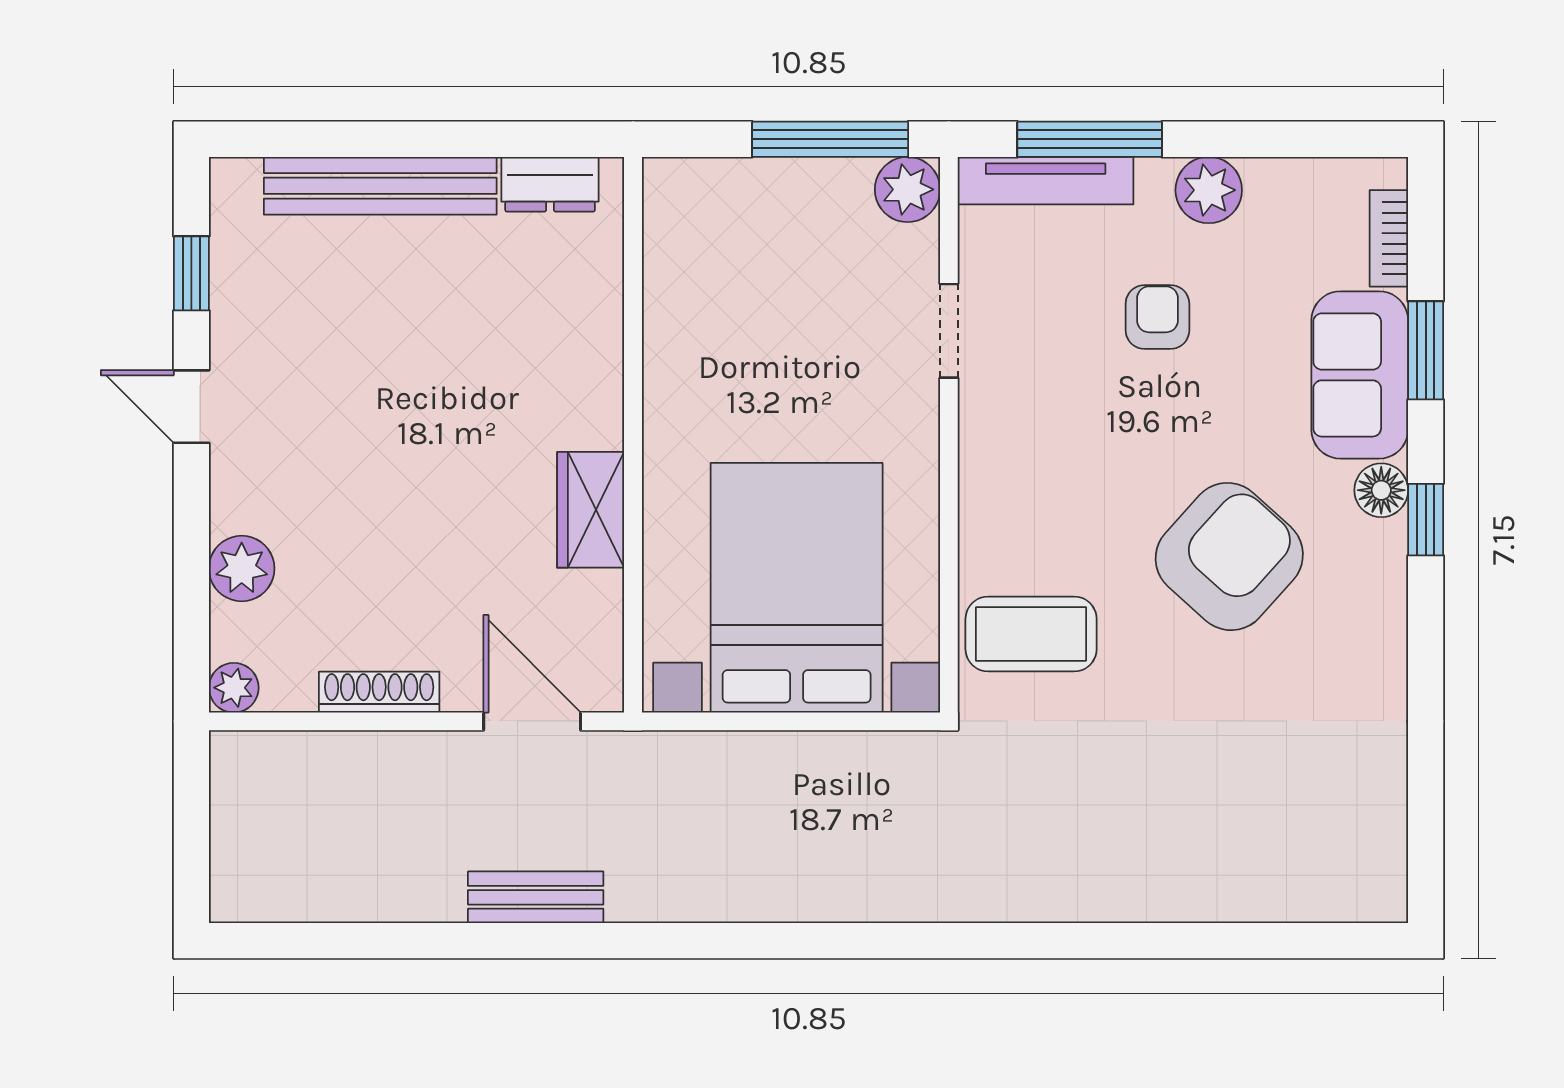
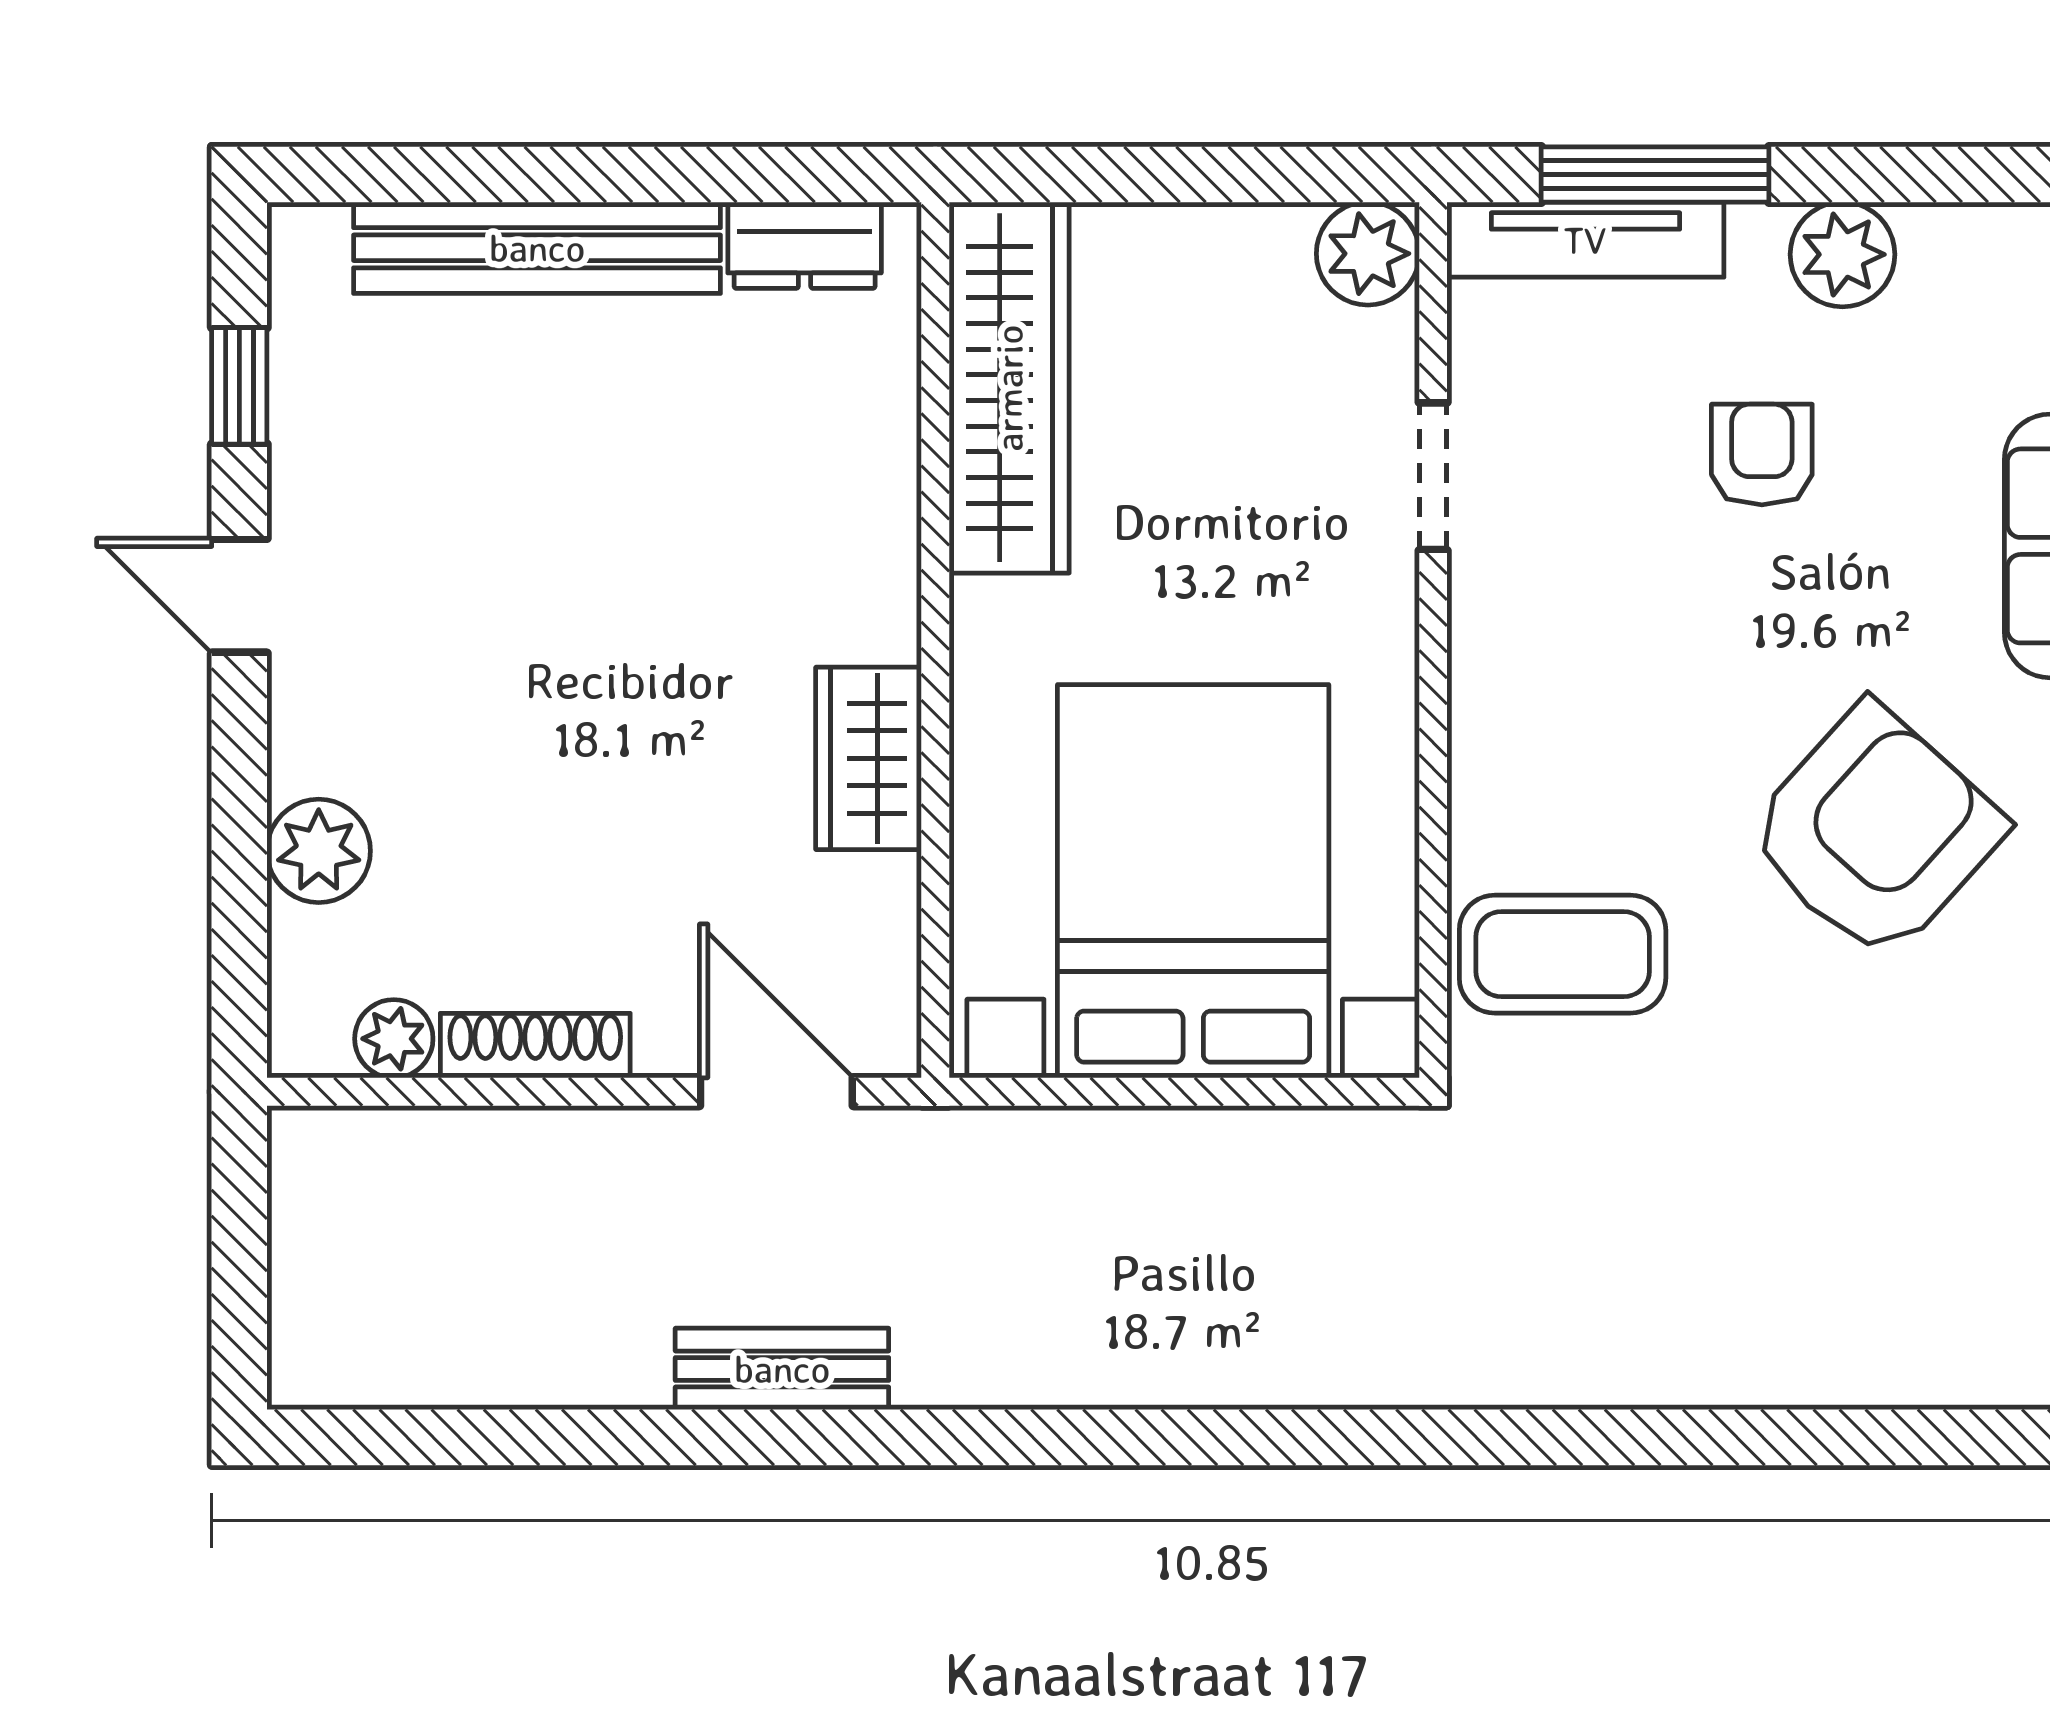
window: (830, 139) -> (1246, 174), removed
wardrobe: (680, 274) -> (1009, 388), added
plant: (234, 688) -> (394, 1039), moved

